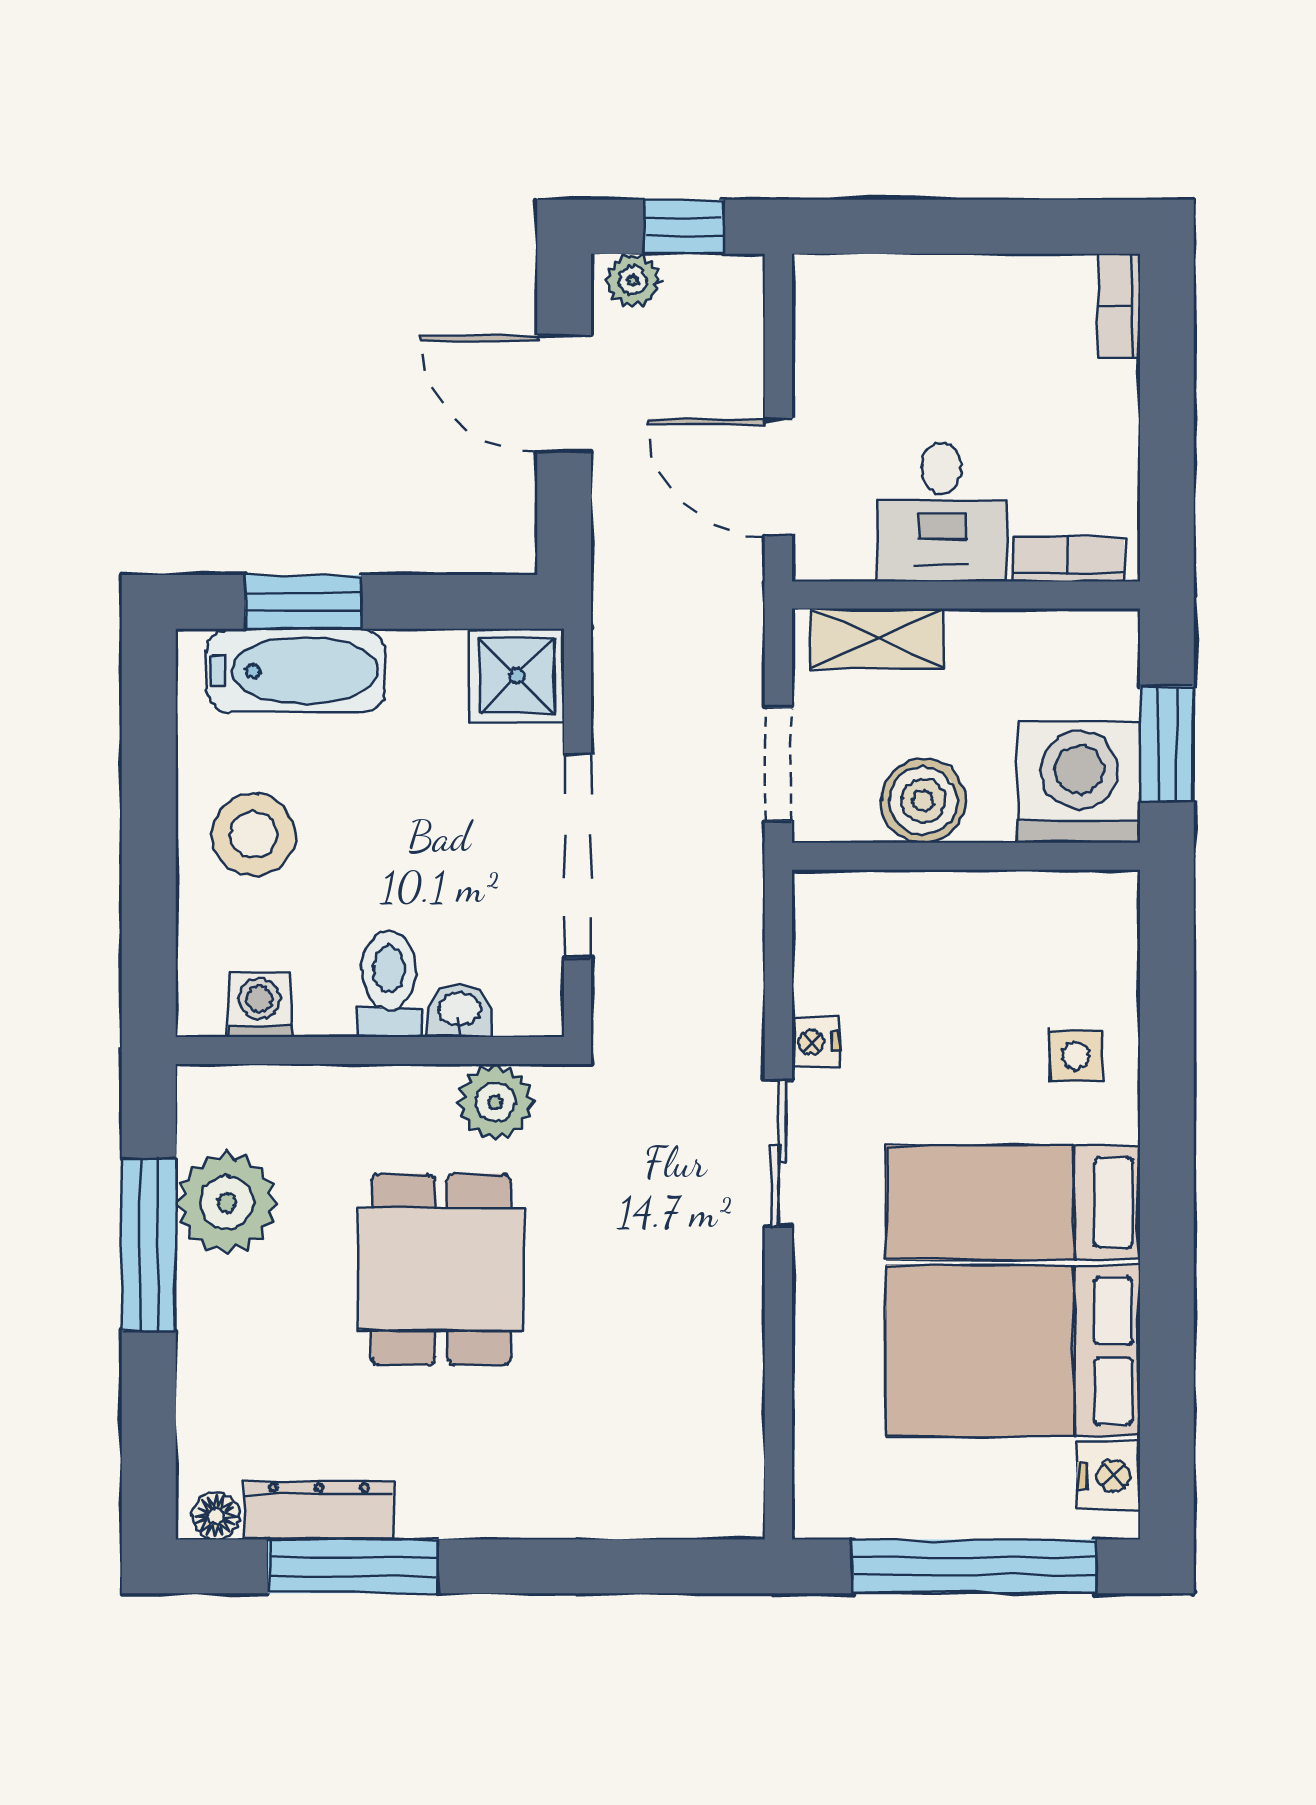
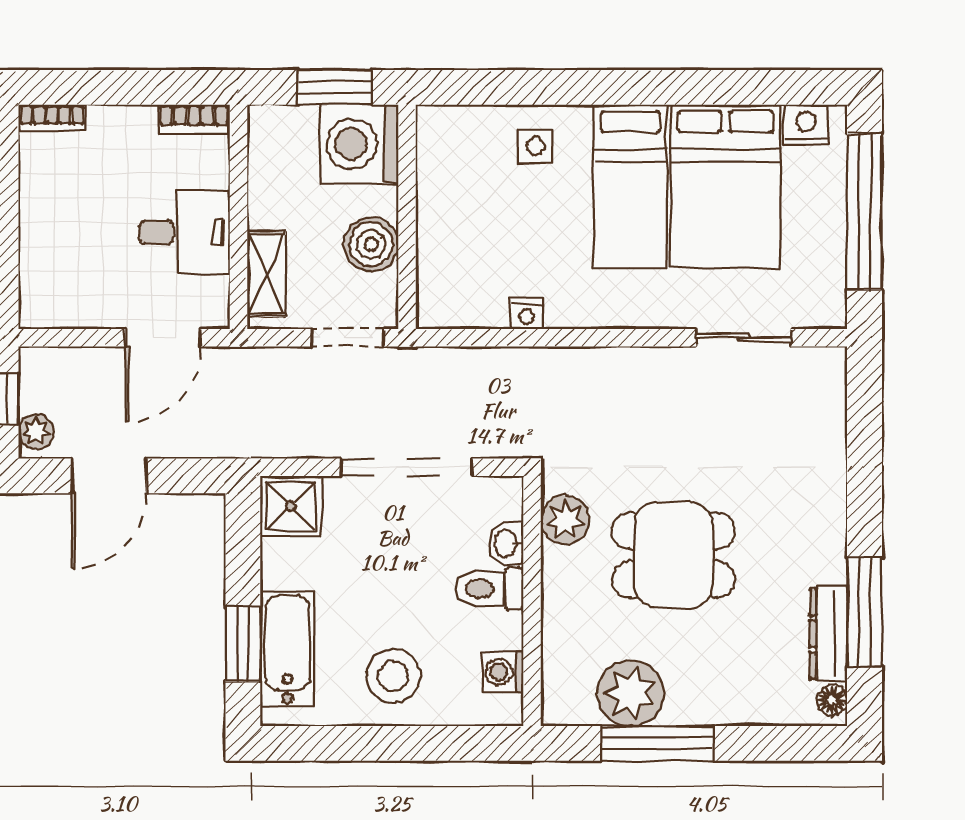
bookcase: (1068, 559) -> (194, 119), moved, turned -90
sliding door: (778, 1154) -> (744, 338), moved

